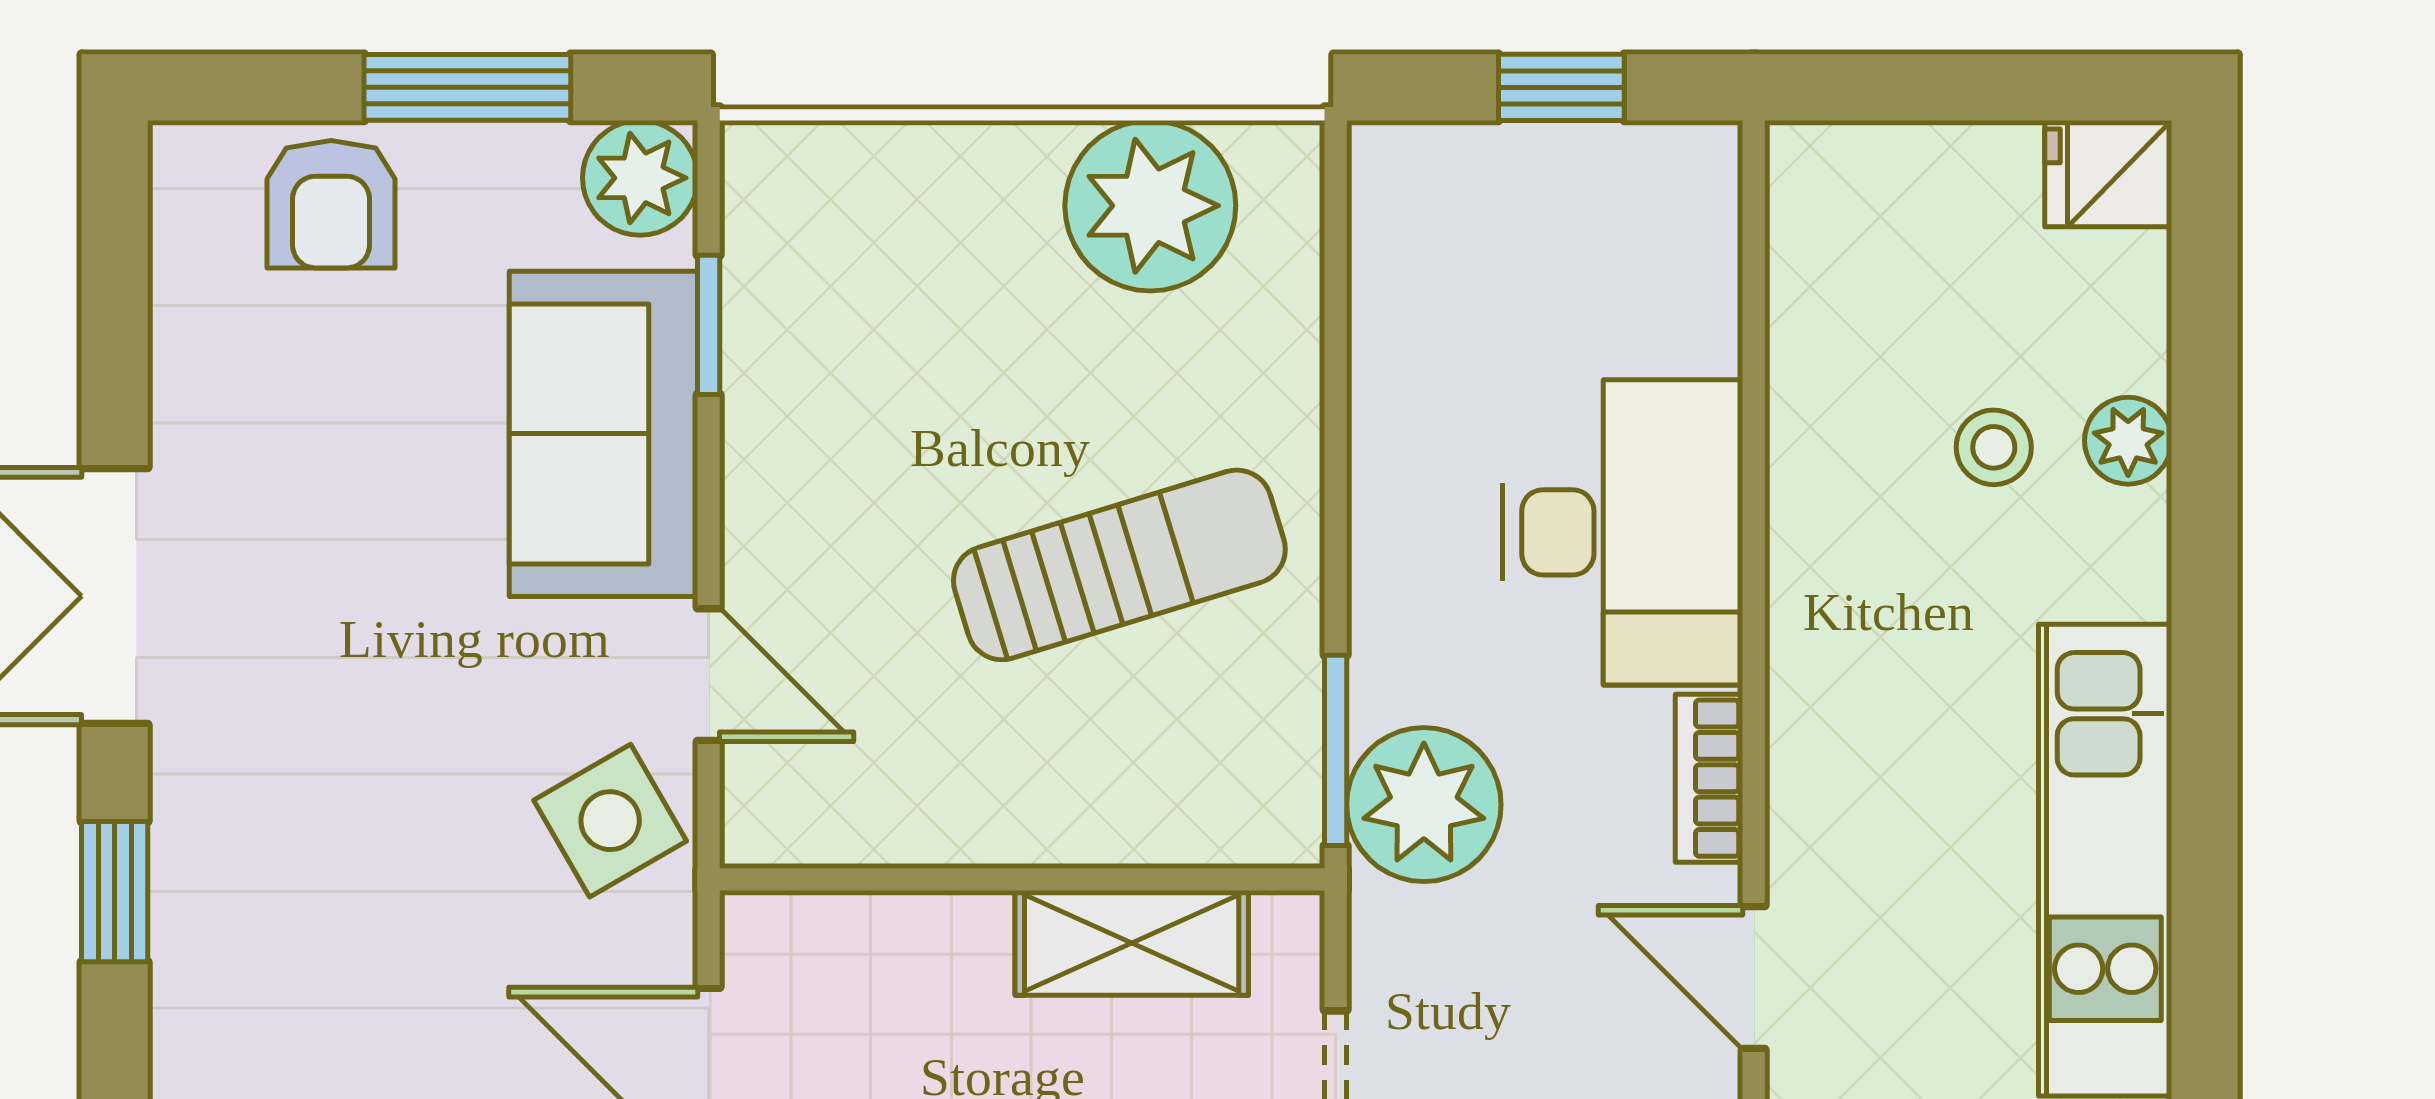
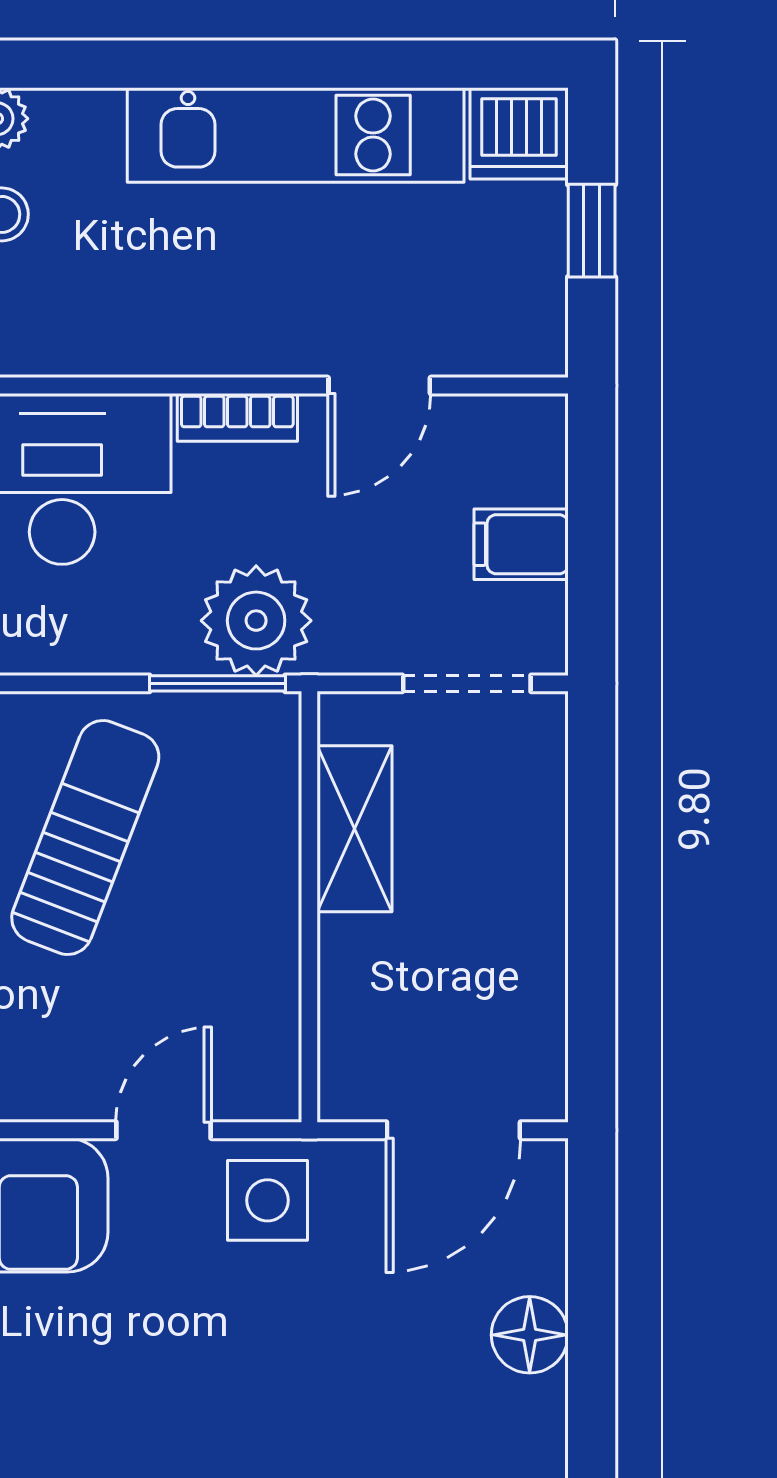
sun lounger: (1119, 565) -> (85, 838), turned 38
side table: (610, 821) -> (267, 1200), turned 30

